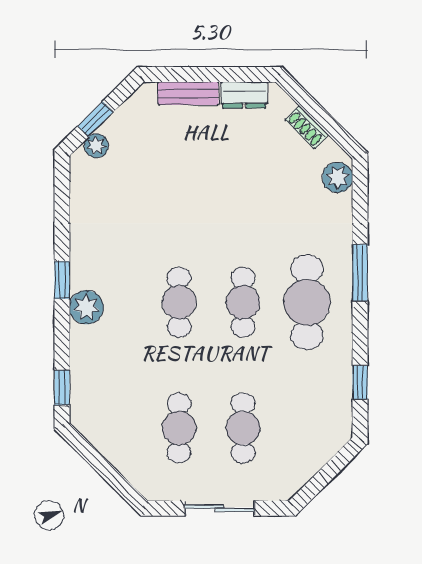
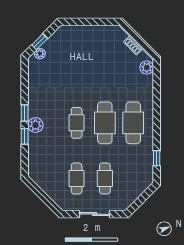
bench: (188, 93) -> (81, 30), removed
dresser: (244, 95) -> (105, 31), removed
window: (360, 273) -> (157, 110), removed
cafe table: (243, 302) -> (105, 123), width x1.37, depth x1.35
window: (62, 388) -> (25, 136), moved

